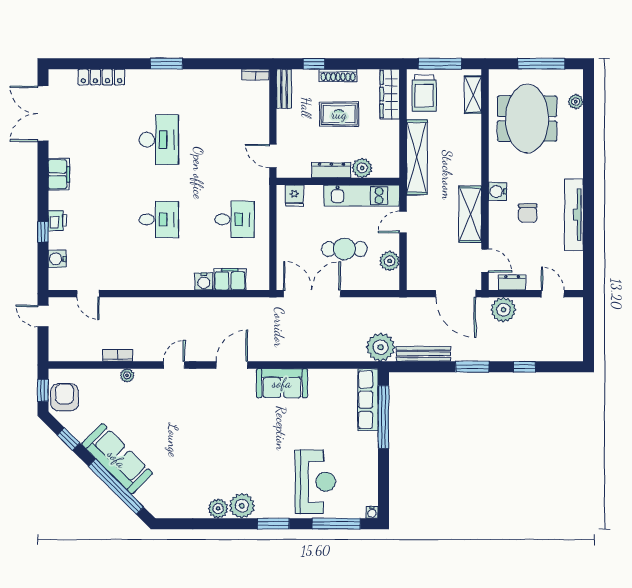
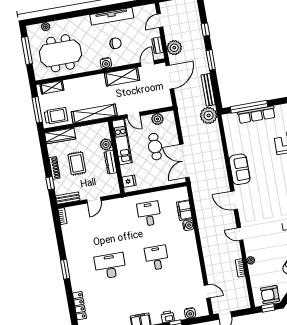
door: (273, 156) -> (94, 200), moved
door: (88, 294) -> (207, 291), hinge flipped
row of seats: (368, 400) -> (256, 115), moved

